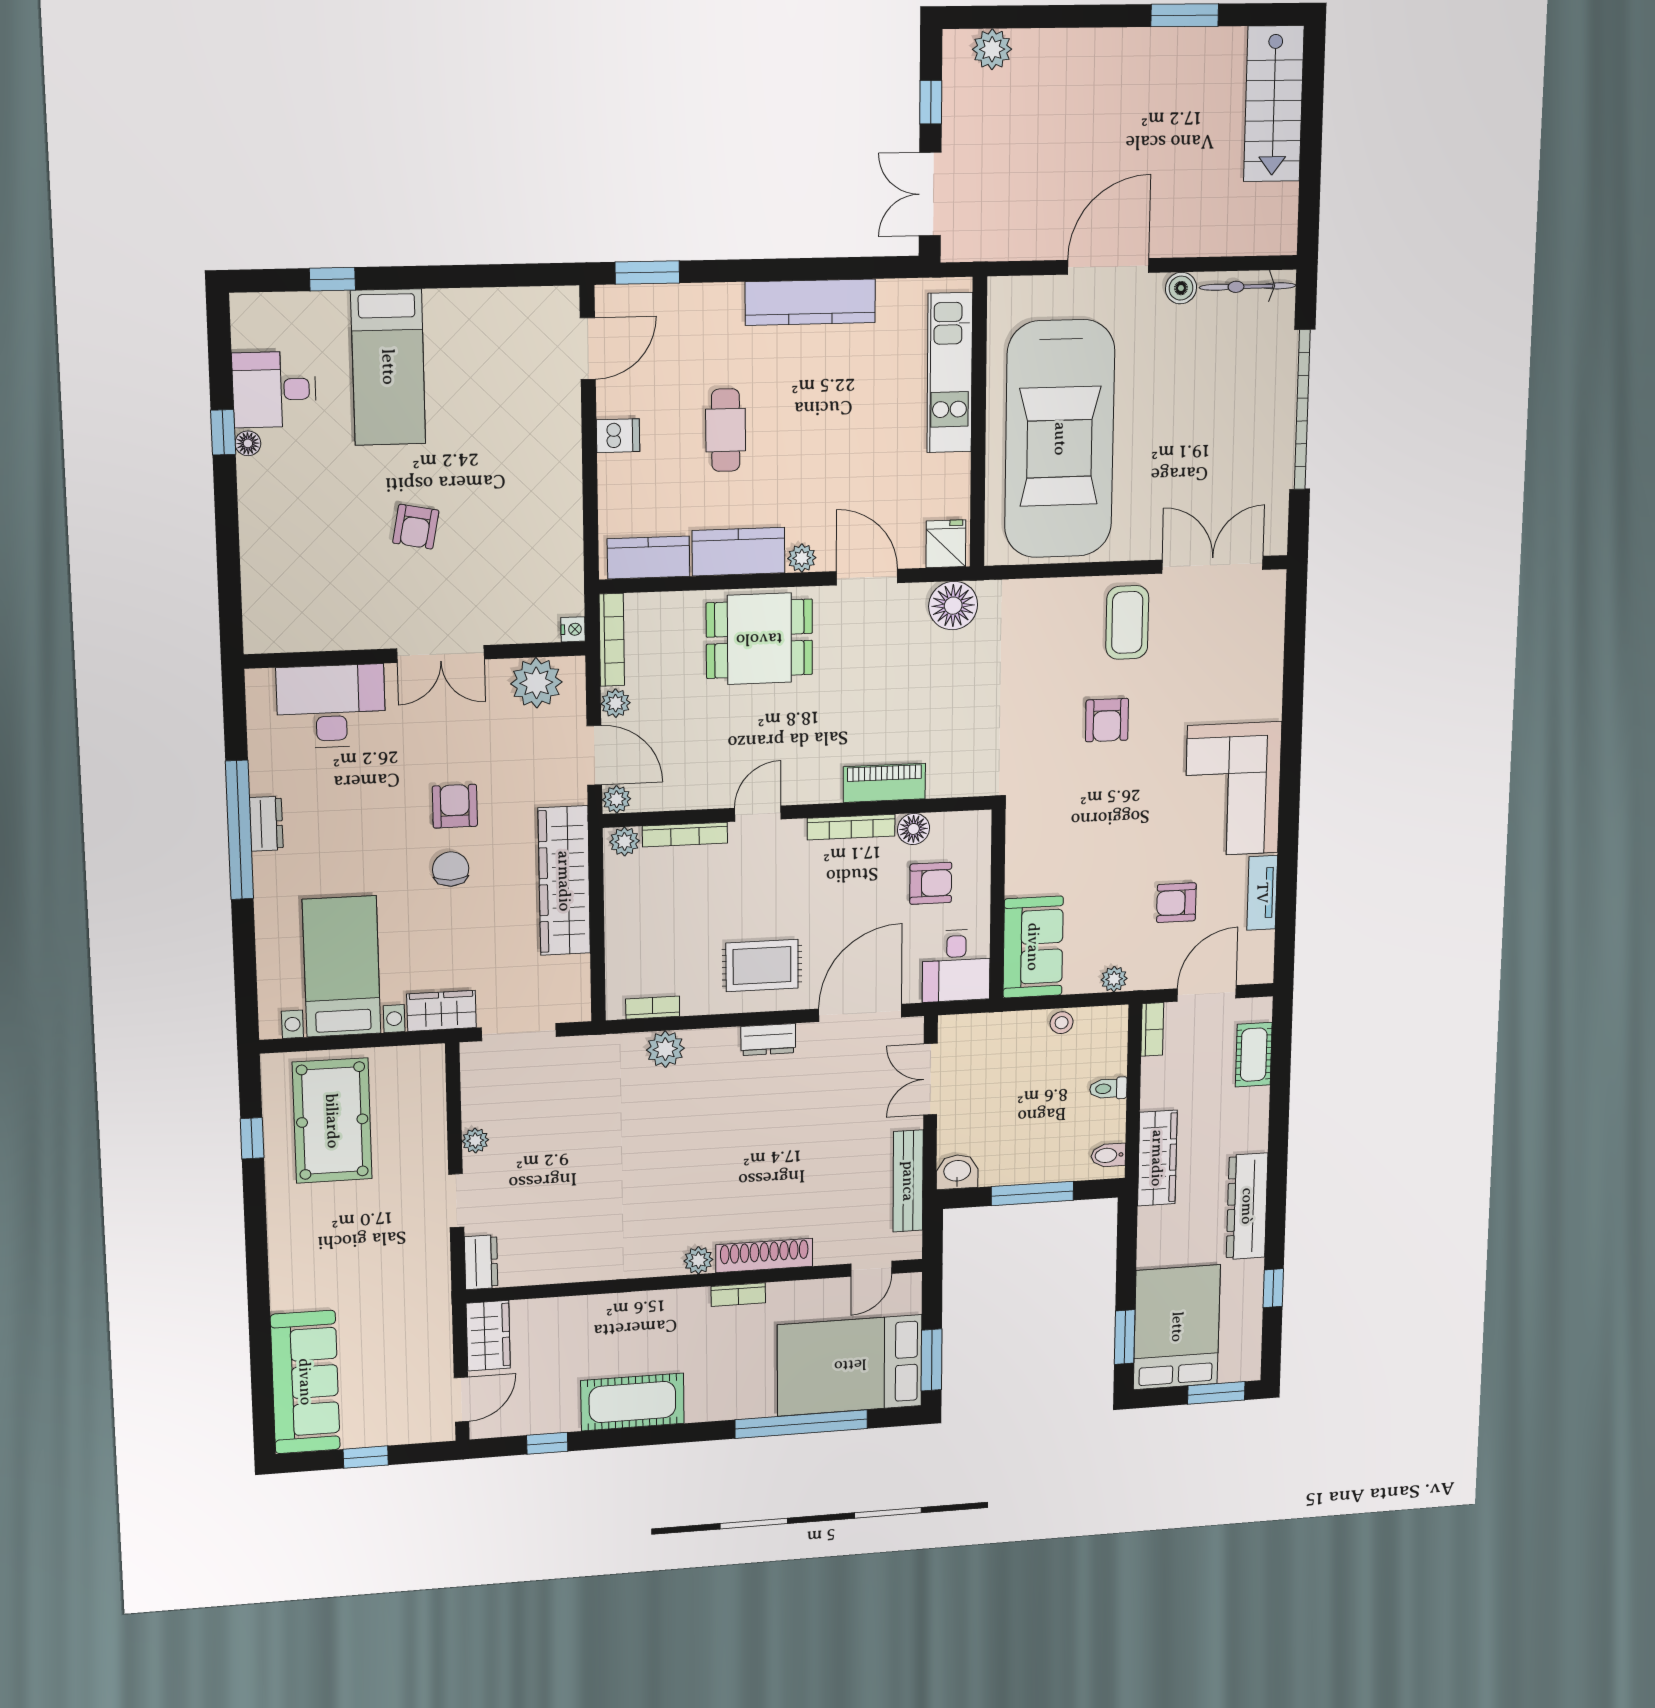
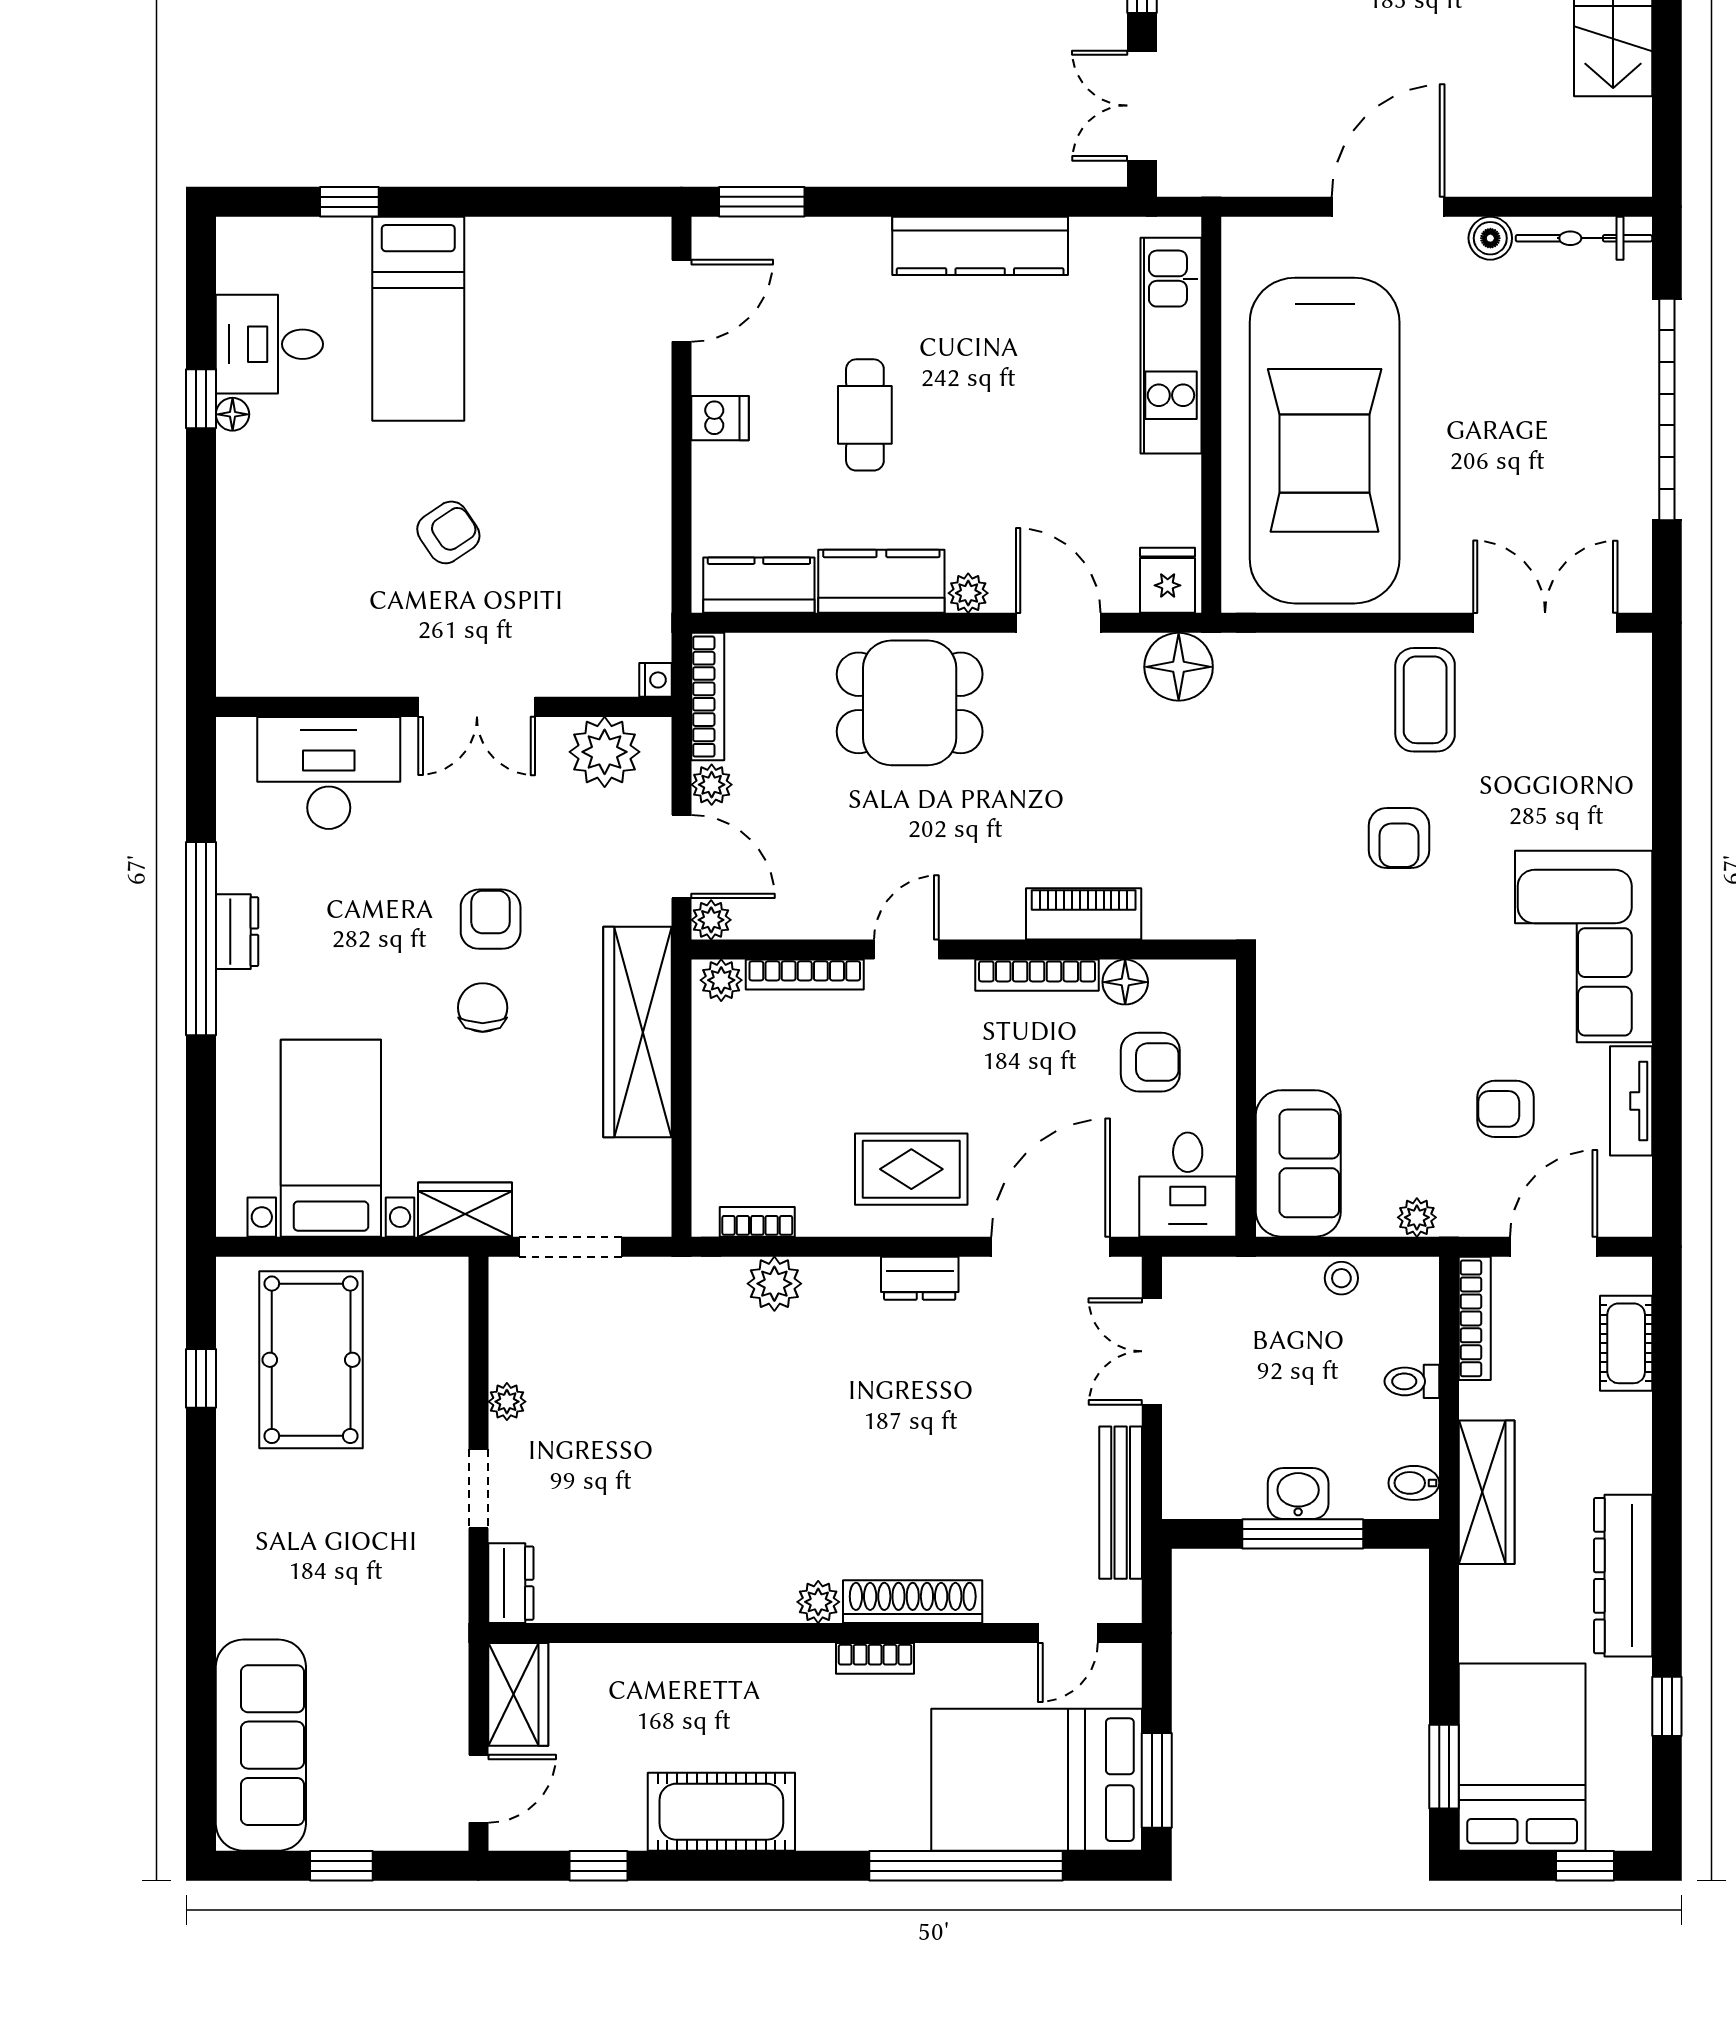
armchair: (416, 527) -> (448, 532), turned -135
bookcase: (1152, 1029) -> (1475, 1318), width x1.56
washbasin: (957, 1172) -> (1298, 1493), moved
window: (1216, 1393) -> (1585, 1866), width x0.67

